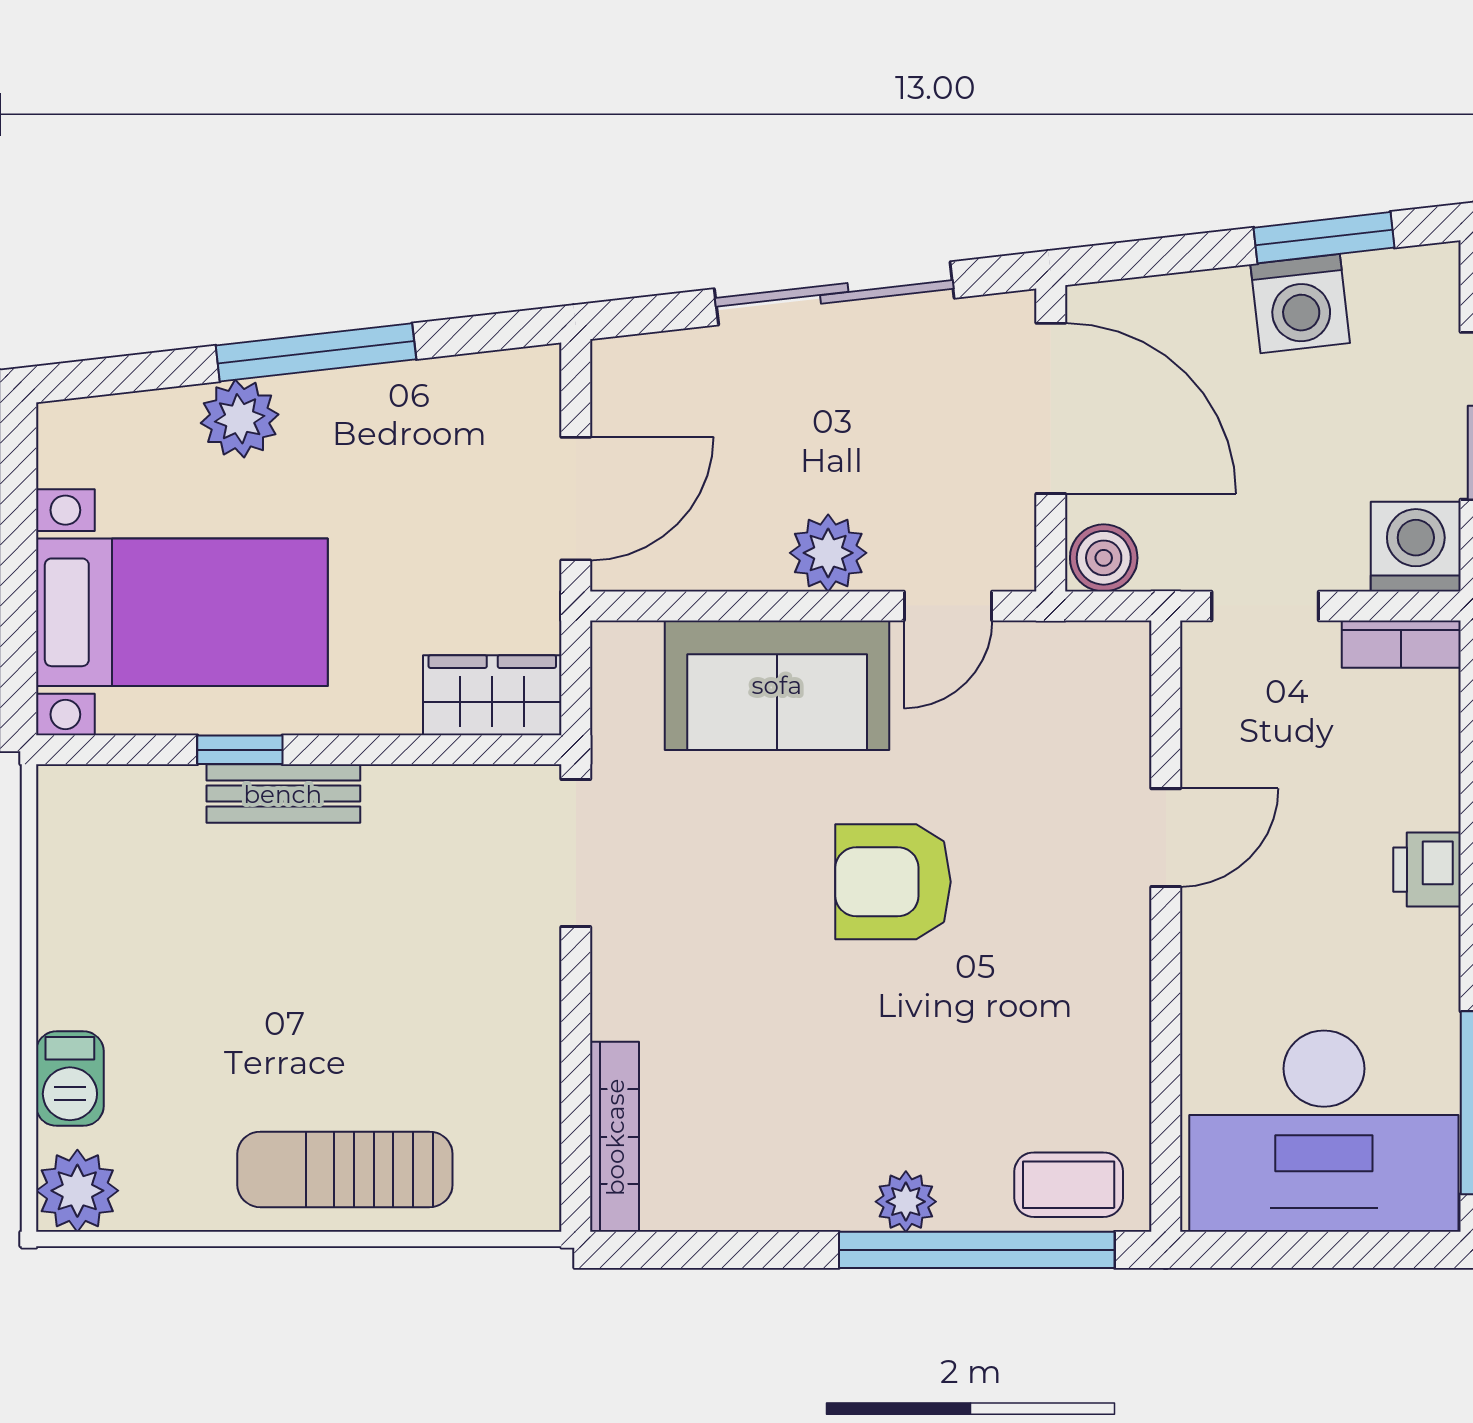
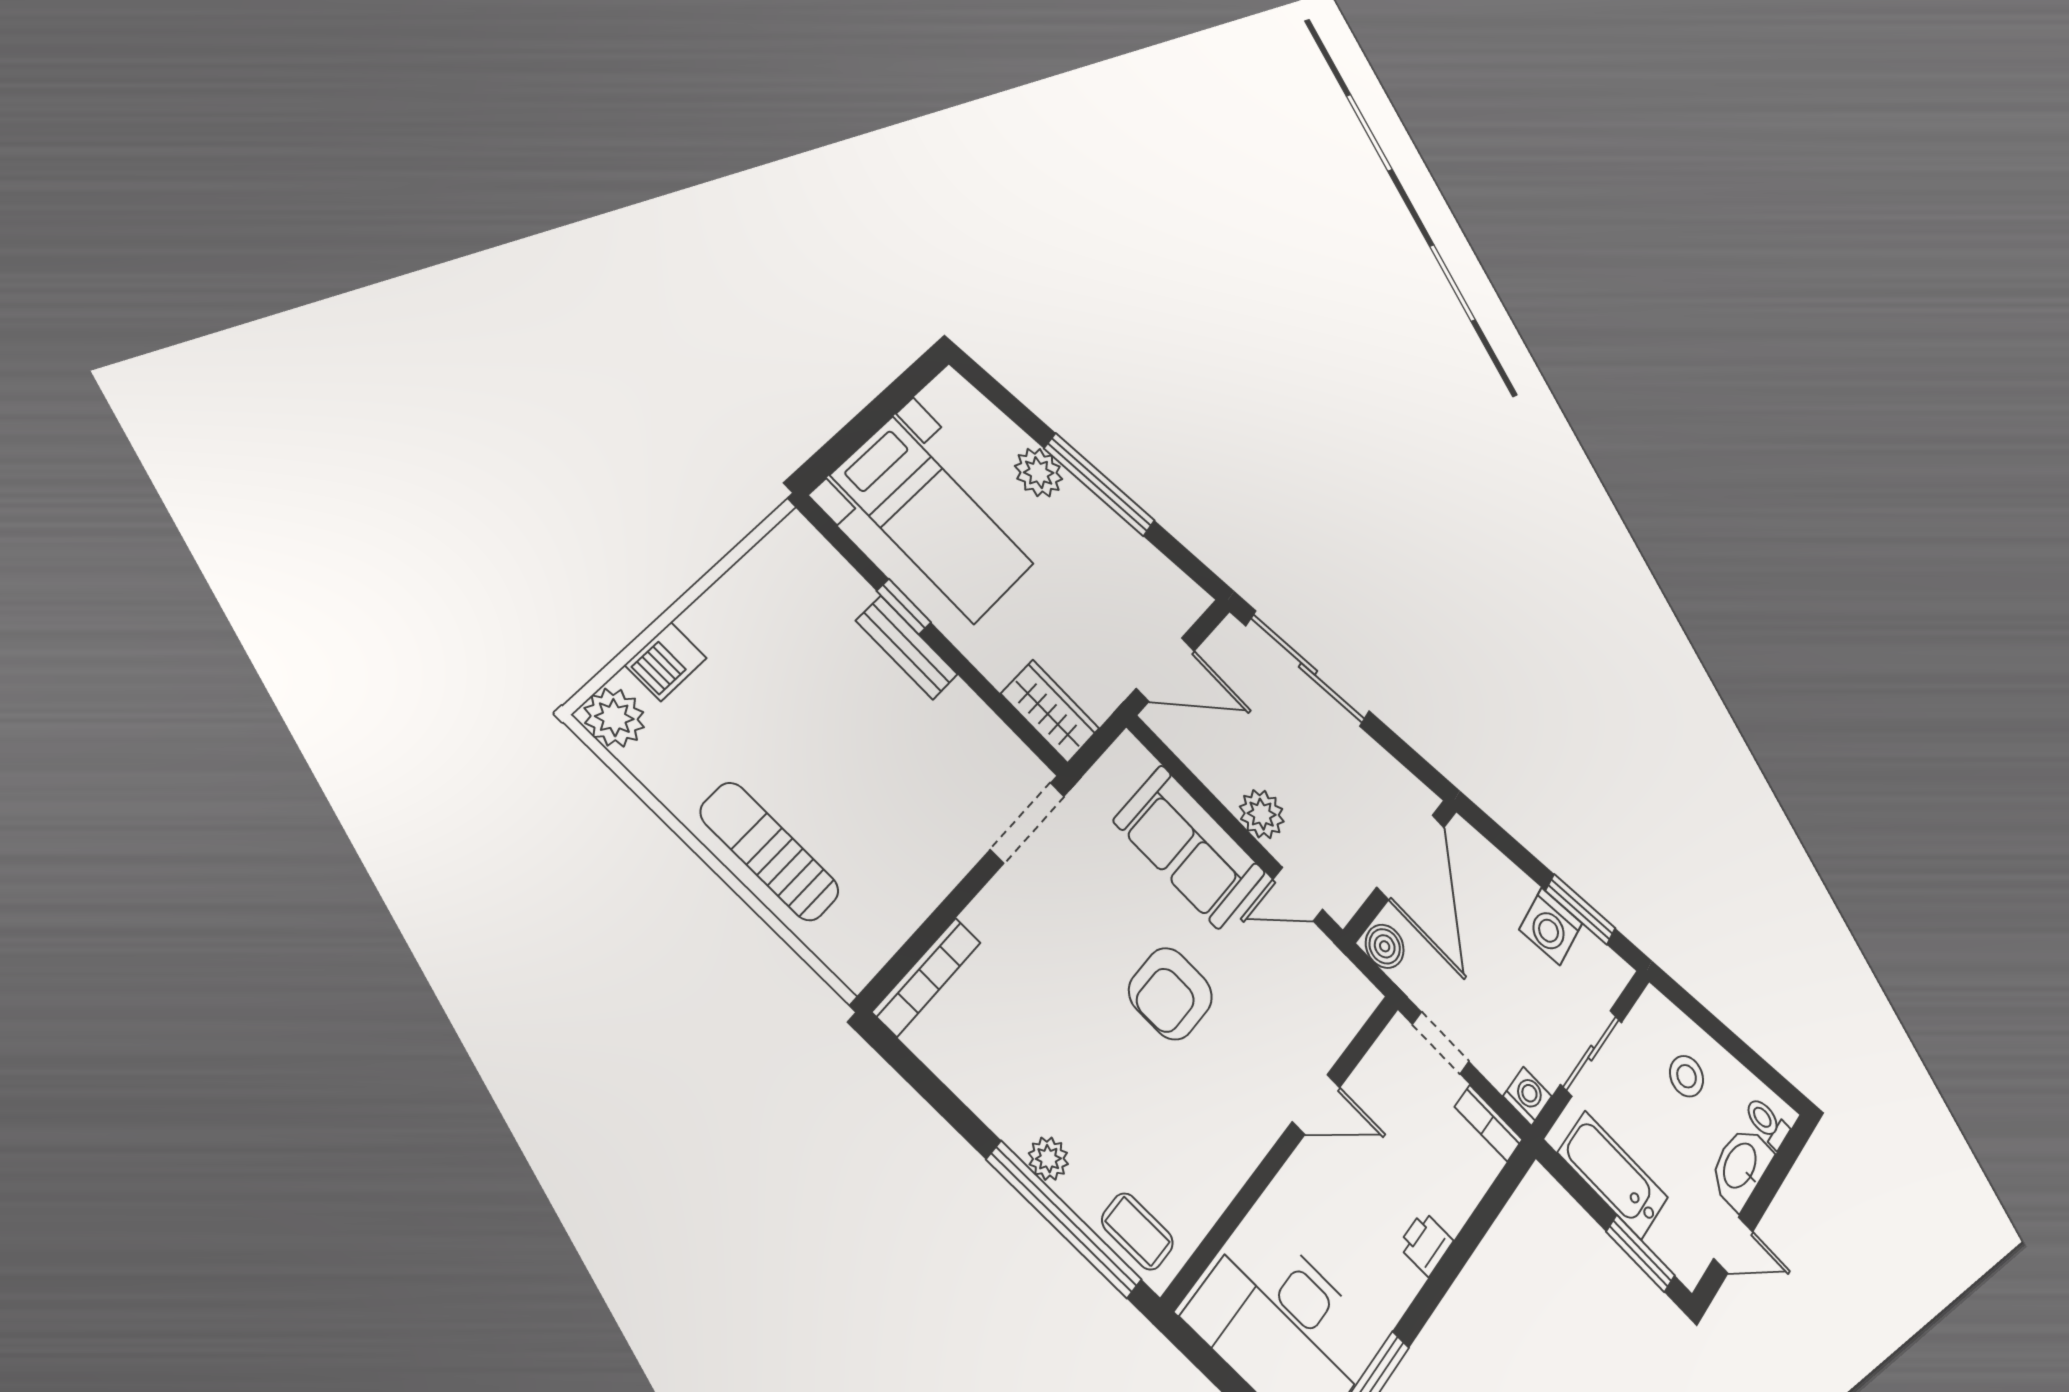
sliding door: (834, 293) -> (1308, 669), moved
washing machine: (1416, 547) -> (1527, 1096), width x0.73, depth x0.73
armchair: (893, 882) -> (1171, 994), turned -90

